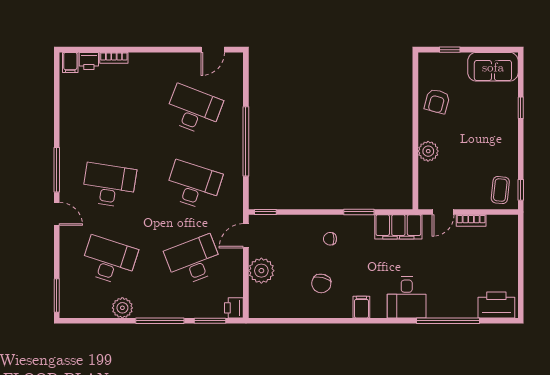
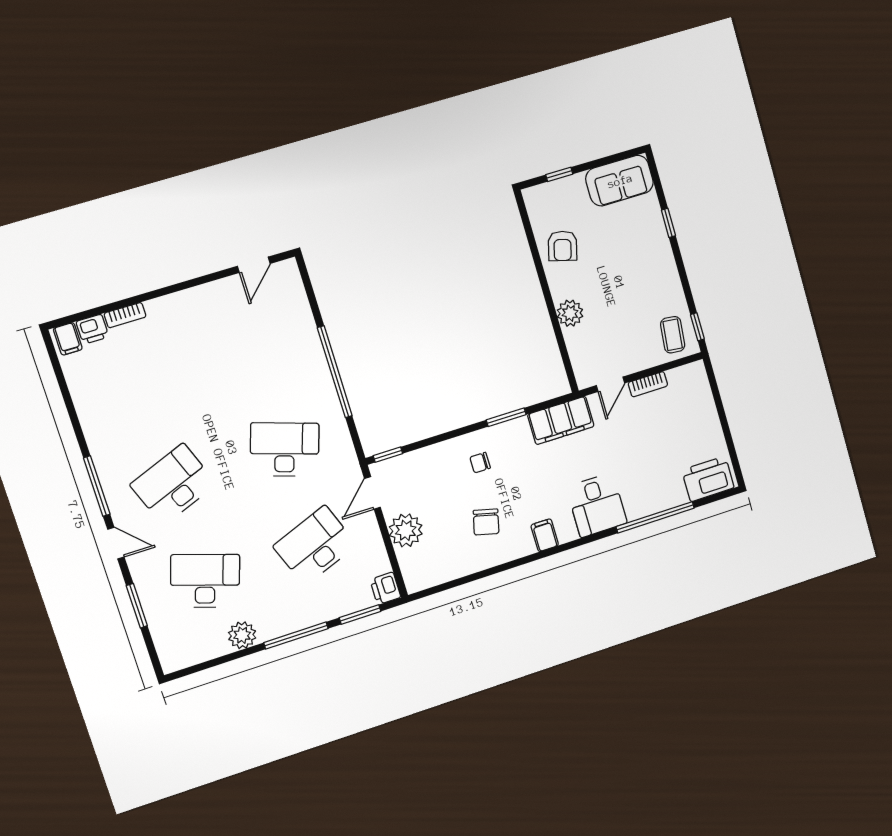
desk: (194, 110) -> (254, 352), removed
desk: (109, 185) -> (173, 484), turned -30
window: (57, 296) -> (137, 606), moved

